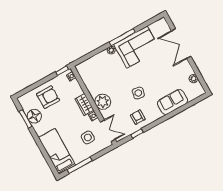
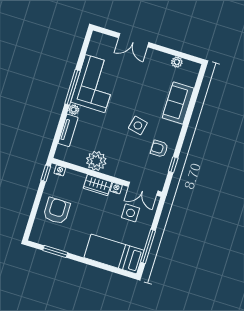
double door: (181, 44) -> (134, 40), width x0.73
tv unit: (97, 59) -> (68, 130), added
plant: (103, 102) -> (96, 161), moved
floor lamp: (34, 116) -> (61, 241), removed
double door: (108, 131) -> (143, 189), swing flipped

